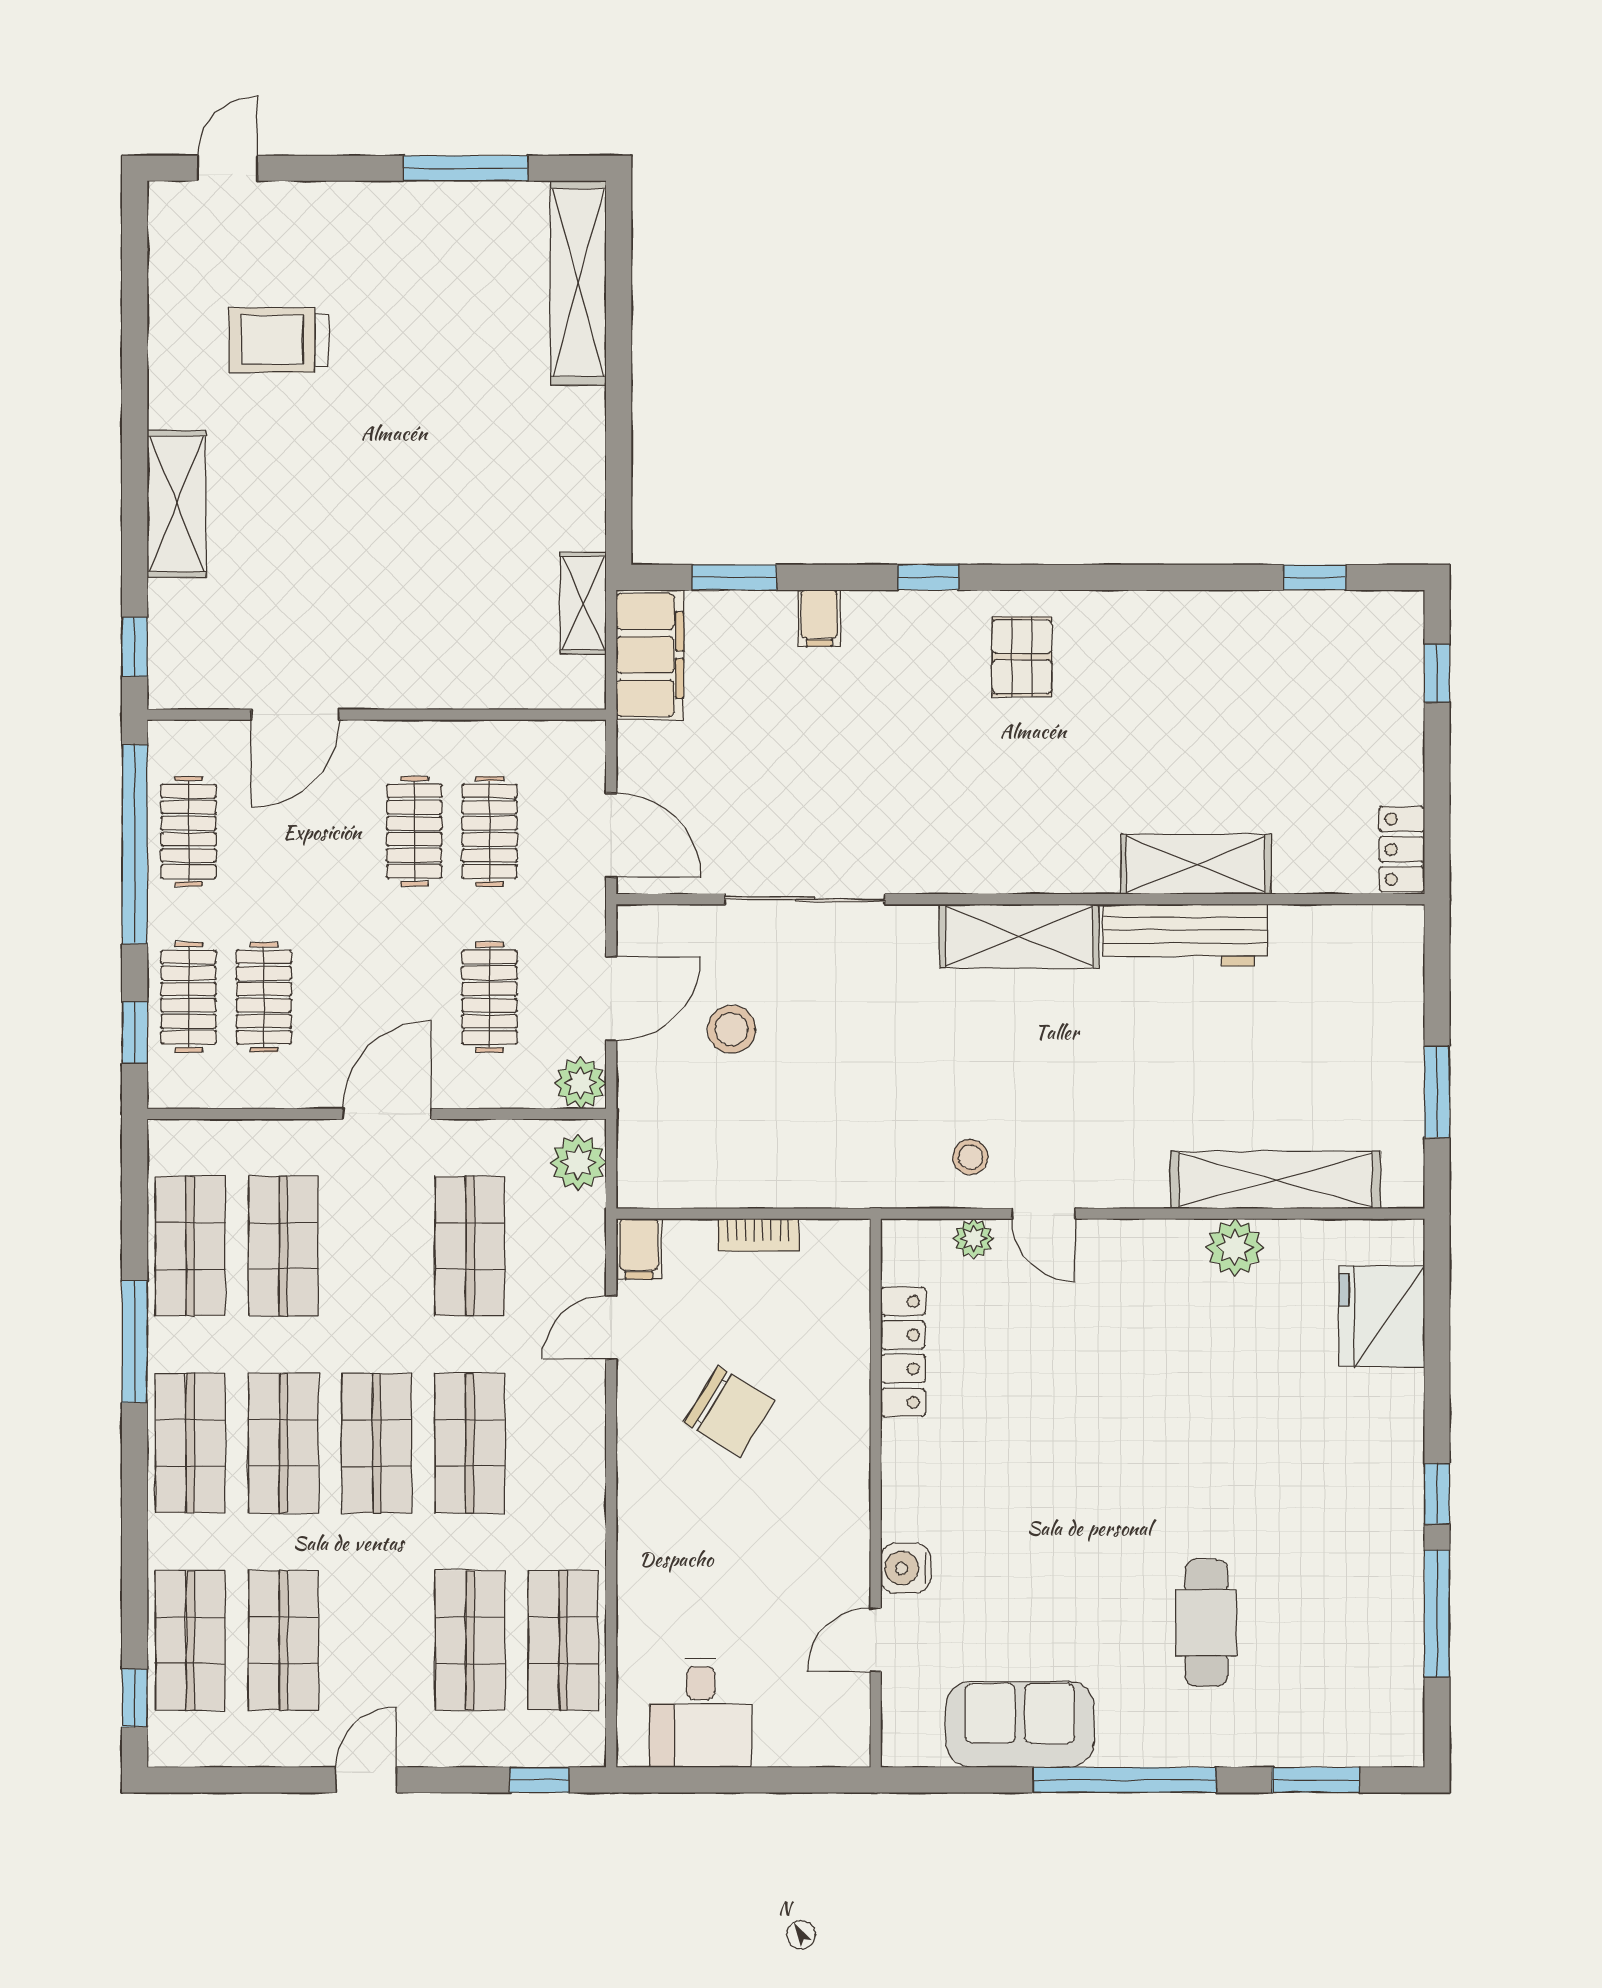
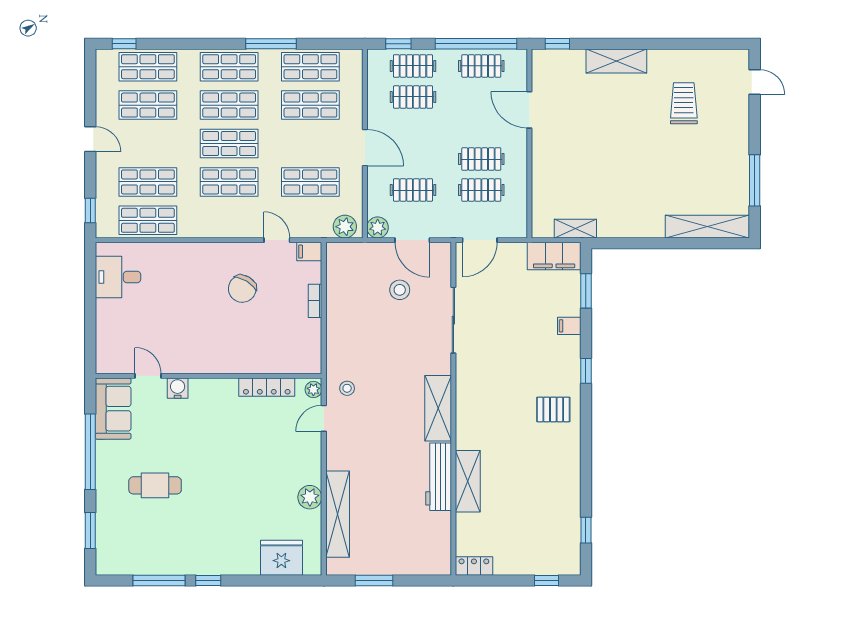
locker: (903, 1352) -> (267, 387), moved
wall: (876, 1493) -> (209, 376), moved
water cooler: (905, 1568) -> (178, 388), moved
door: (876, 1640) -> (148, 376), moved

